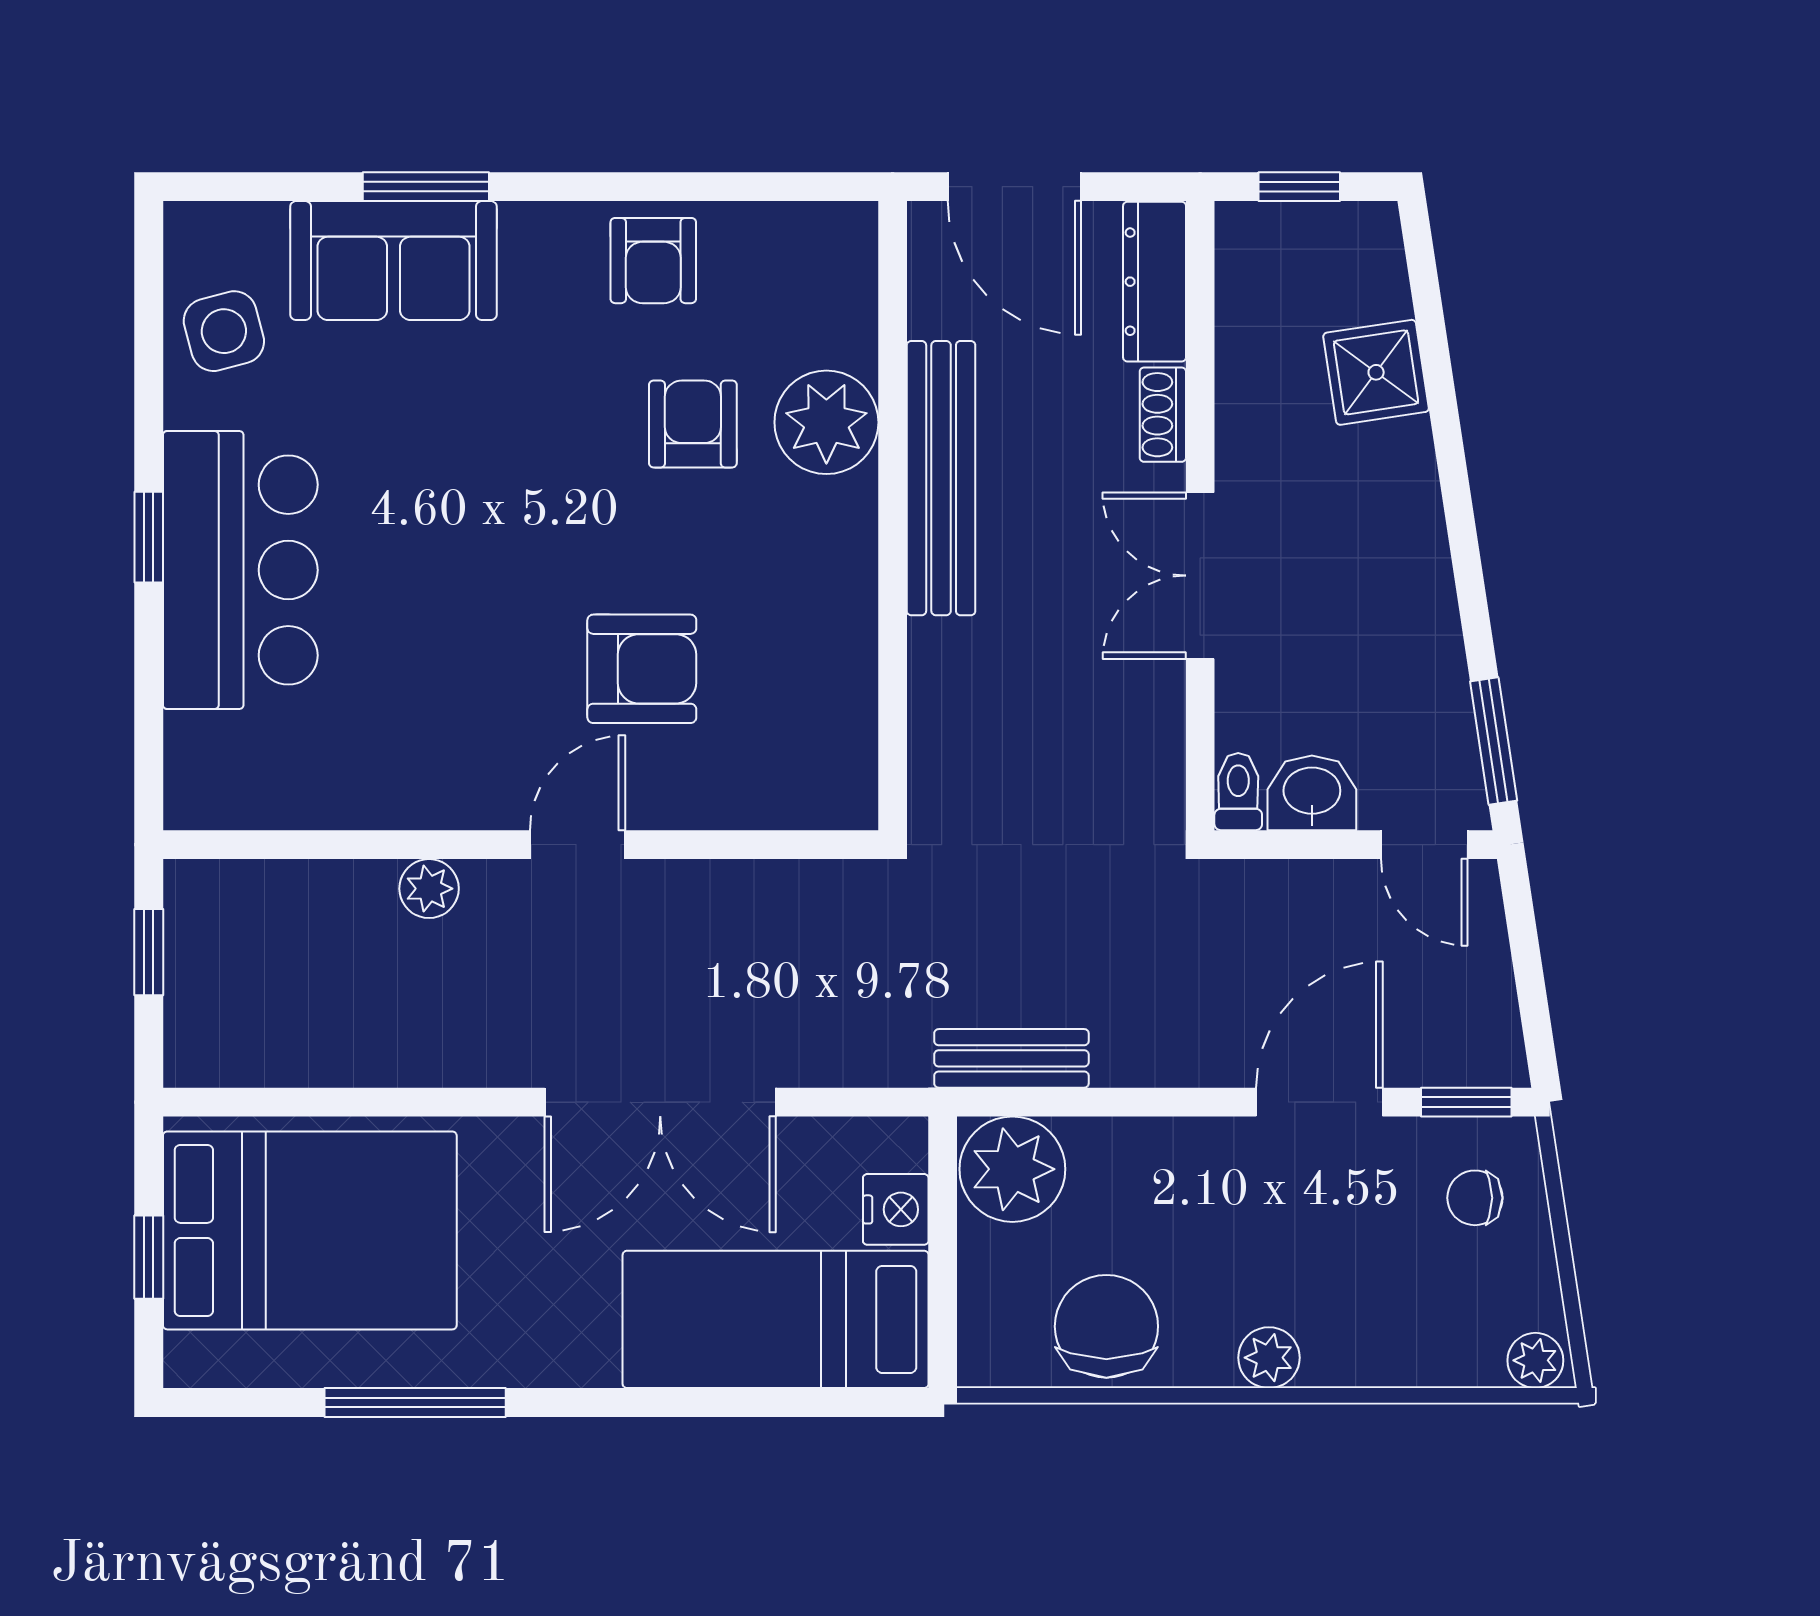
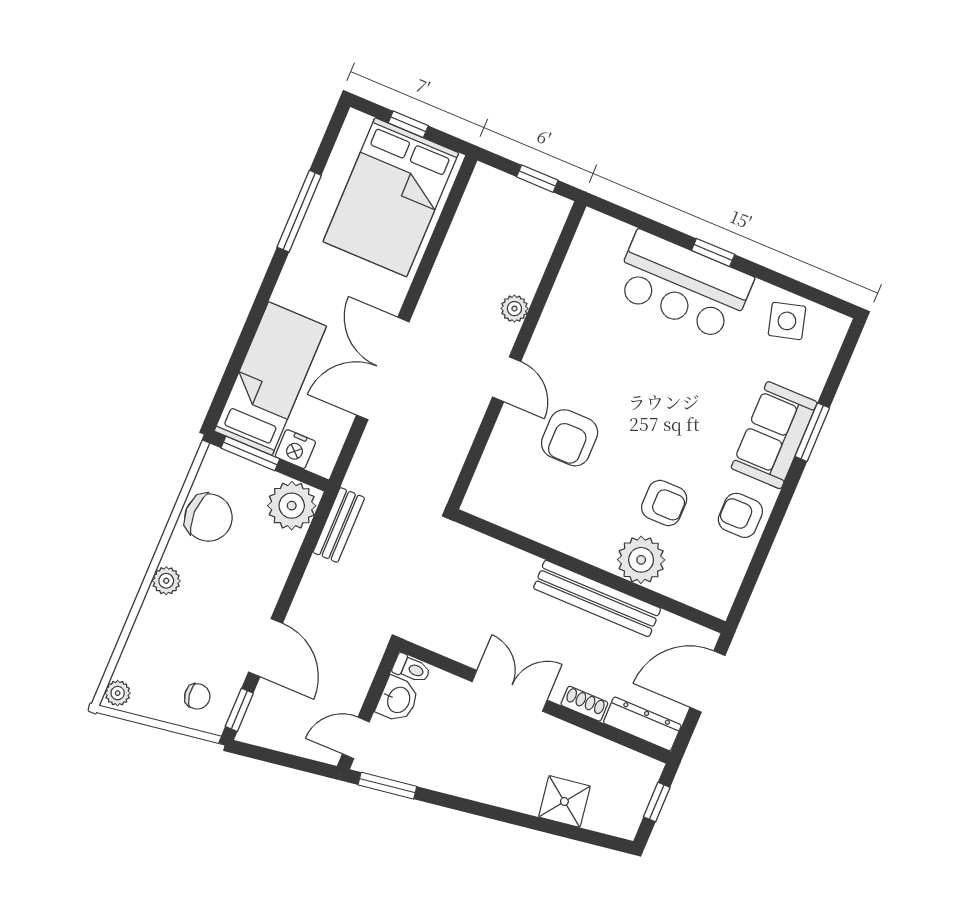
sofa: (394, 261) -> (774, 435), moved
chair: (1475, 1198) -> (197, 696), turned 82
window: (943, 1296) -> (250, 454), added

